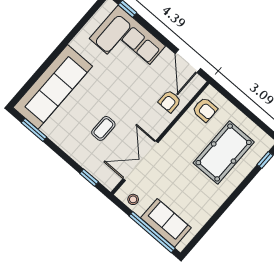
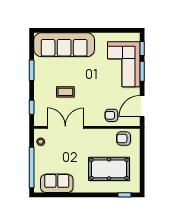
window: (151, 29) -> (142, 71), added
armchair: (205, 110) -> (124, 138), turned 90
window: (34, 130) -> (32, 70), moved
sofa: (166, 223) -> (57, 183), moved, turned -90

